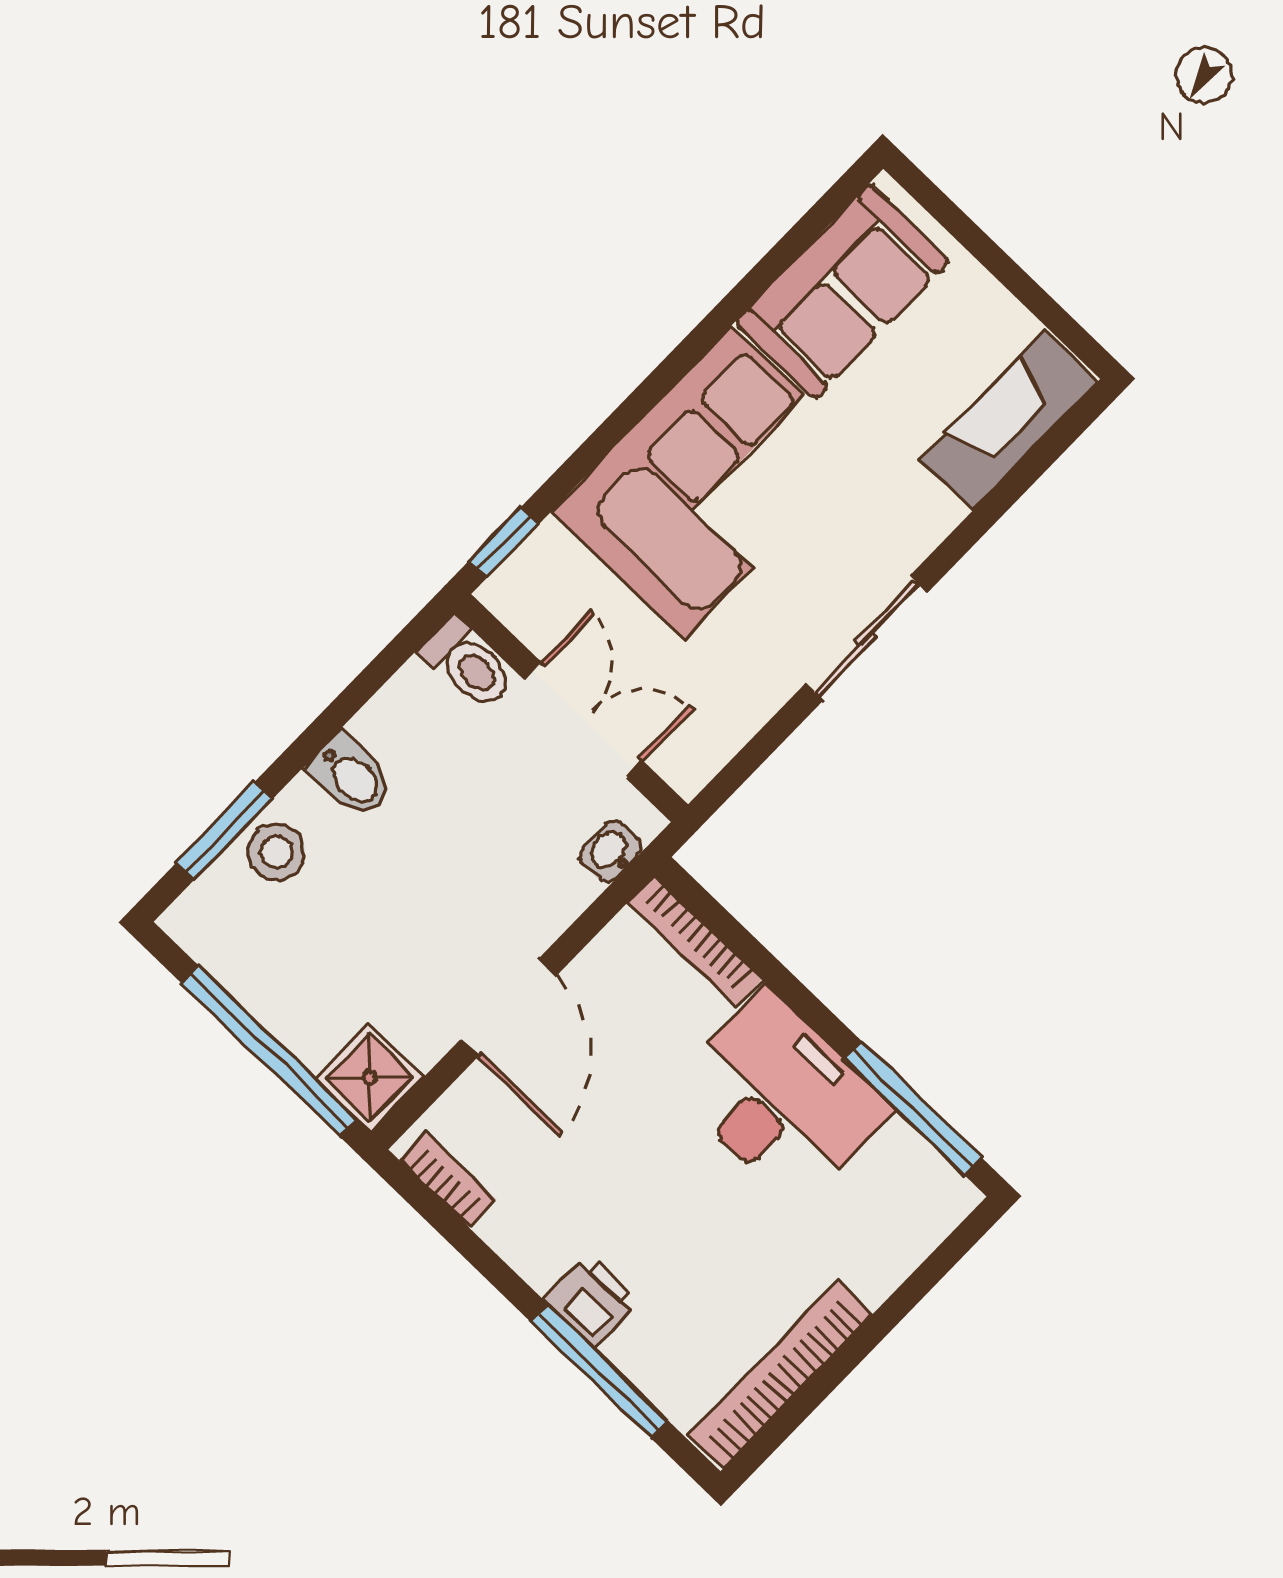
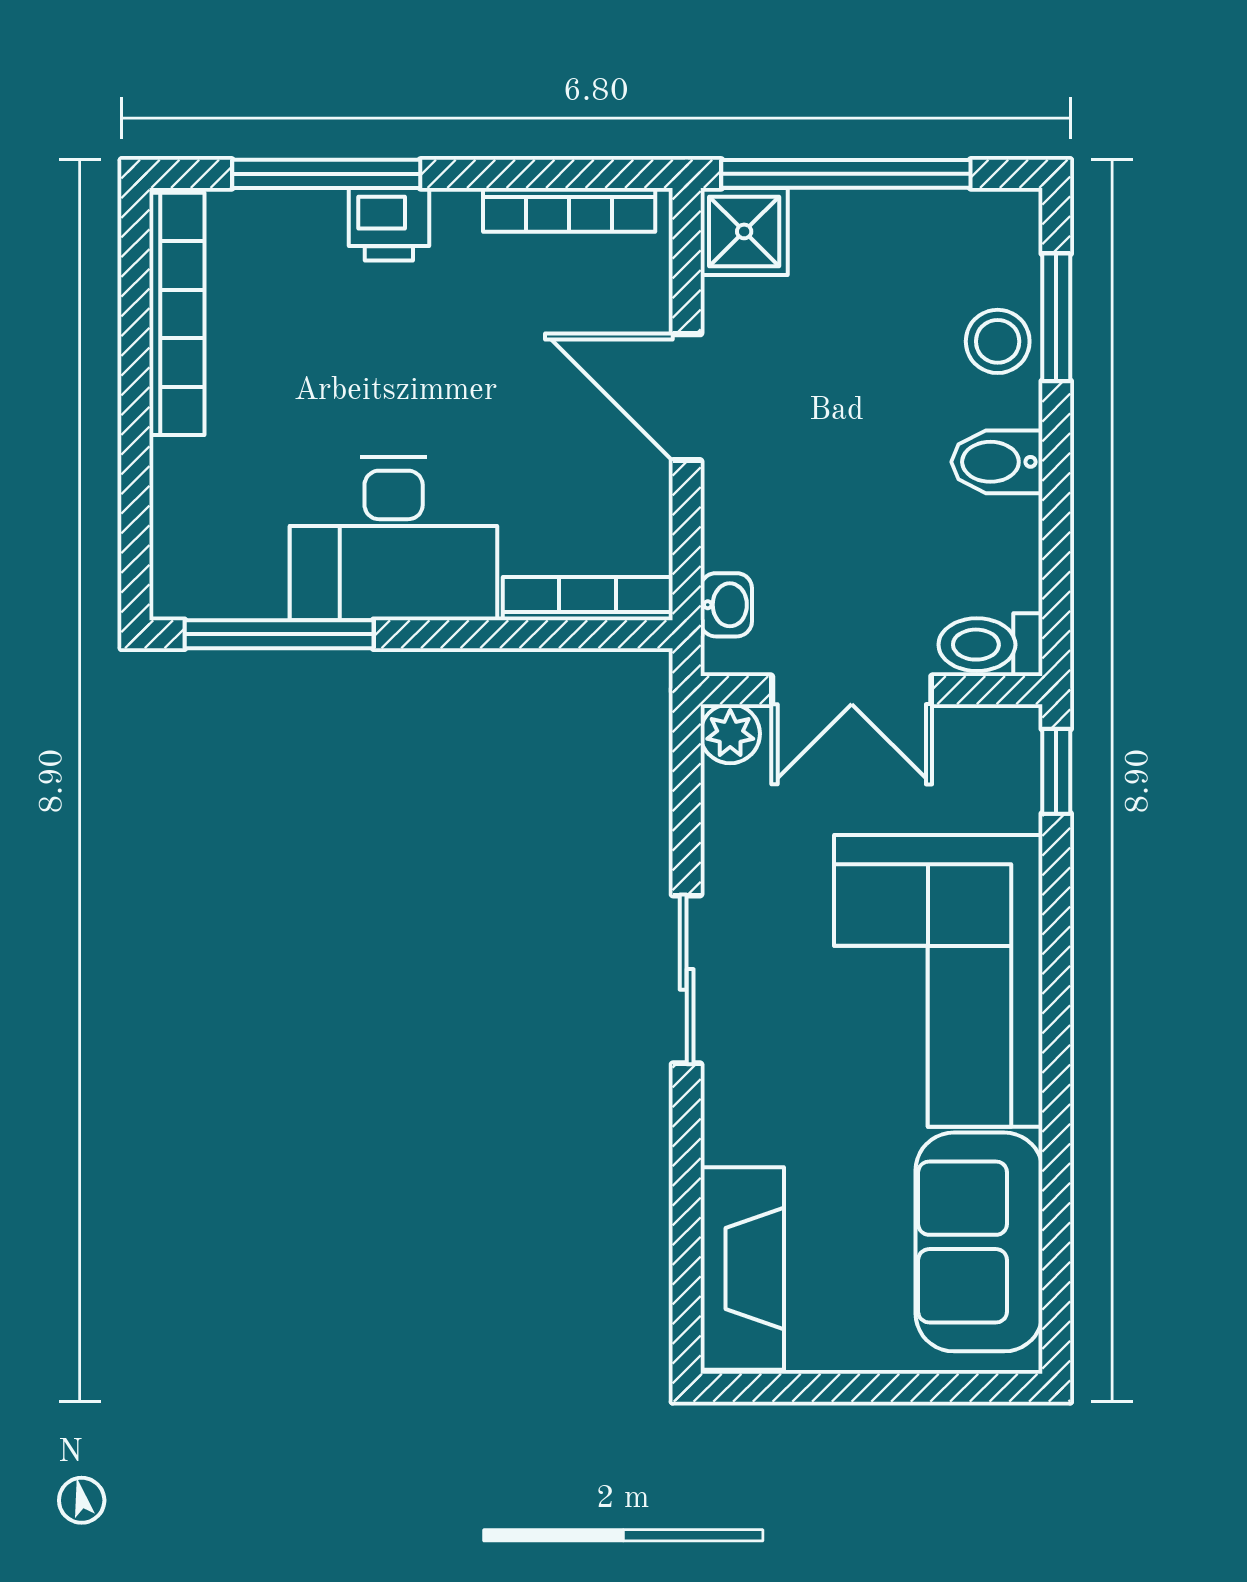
plant: (688, 767) -> (730, 734), added
bookcase: (448, 1180) -> (569, 210), width x1.56

